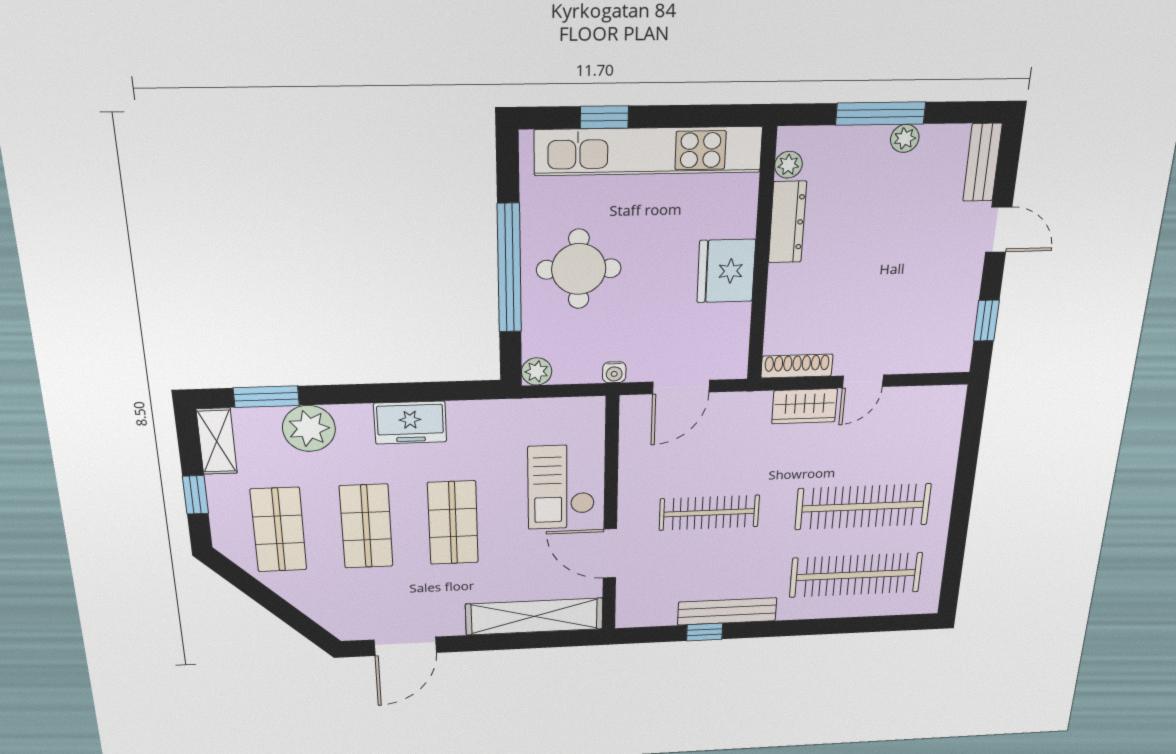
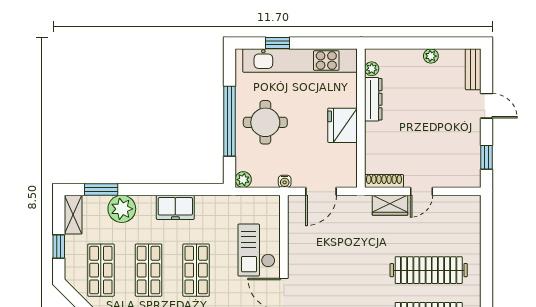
window: (881, 114) -> (417, 43), removed
clothes rail: (709, 513) -> (340, 270), removed

